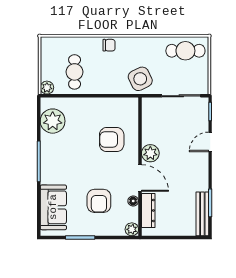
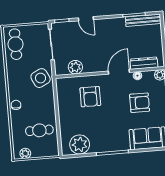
plant: (47, 88) -> (25, 153), moved
plant: (150, 153) -> (75, 67), moved

